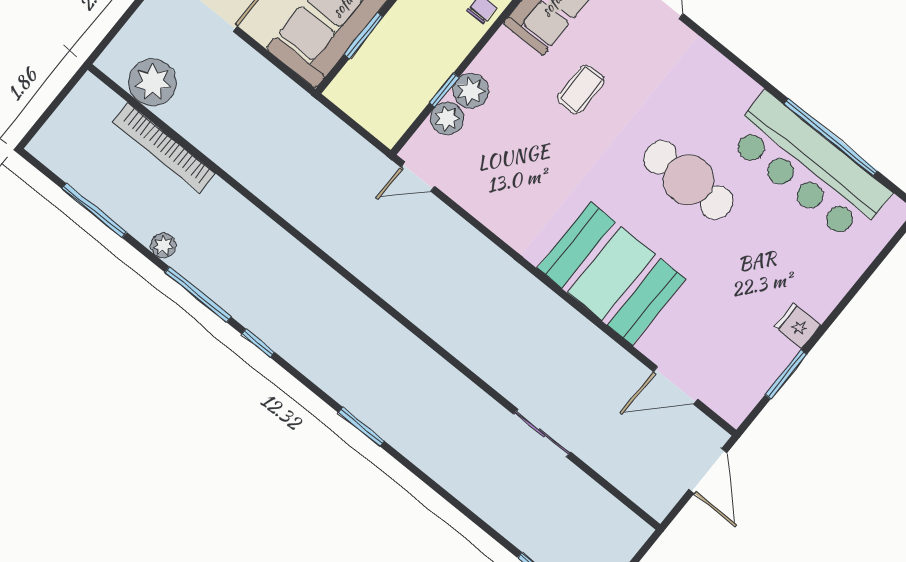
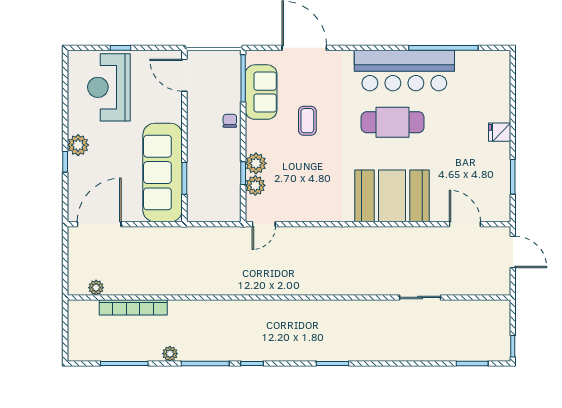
plant: (152, 82) -> (96, 288), width x0.53, depth x0.53
bar counter: (808, 167) -> (404, 70), moved
fridge: (797, 326) -> (500, 132), moved
door: (676, 385) -> (465, 224), swing flipped

